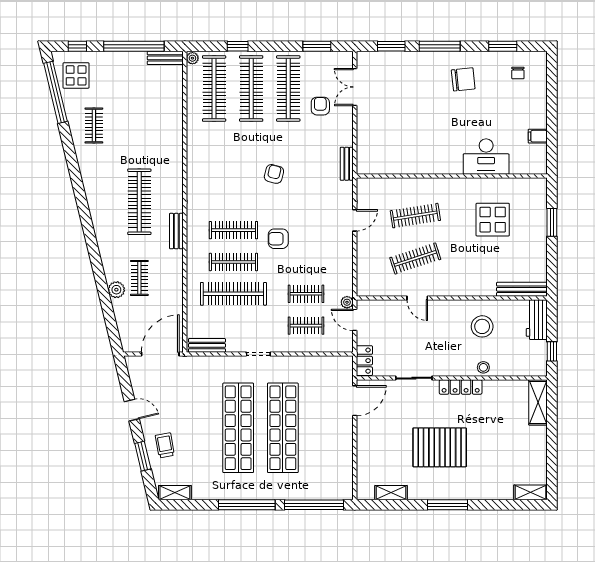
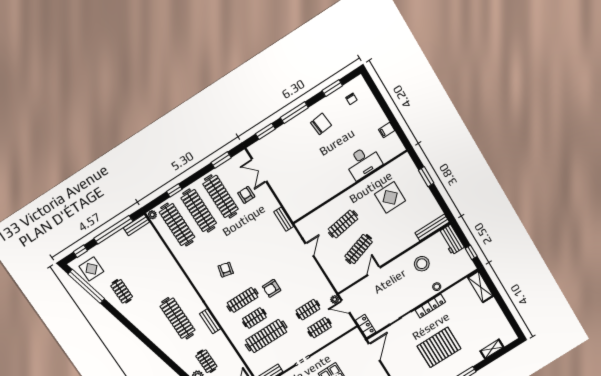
armchair: (274, 174) -> (226, 270), moved
clothes rail: (233, 262) -> (254, 318), width x0.73
door: (417, 298) -> (374, 271), swing flipped
shelving: (530, 492) -> (492, 349), moved

